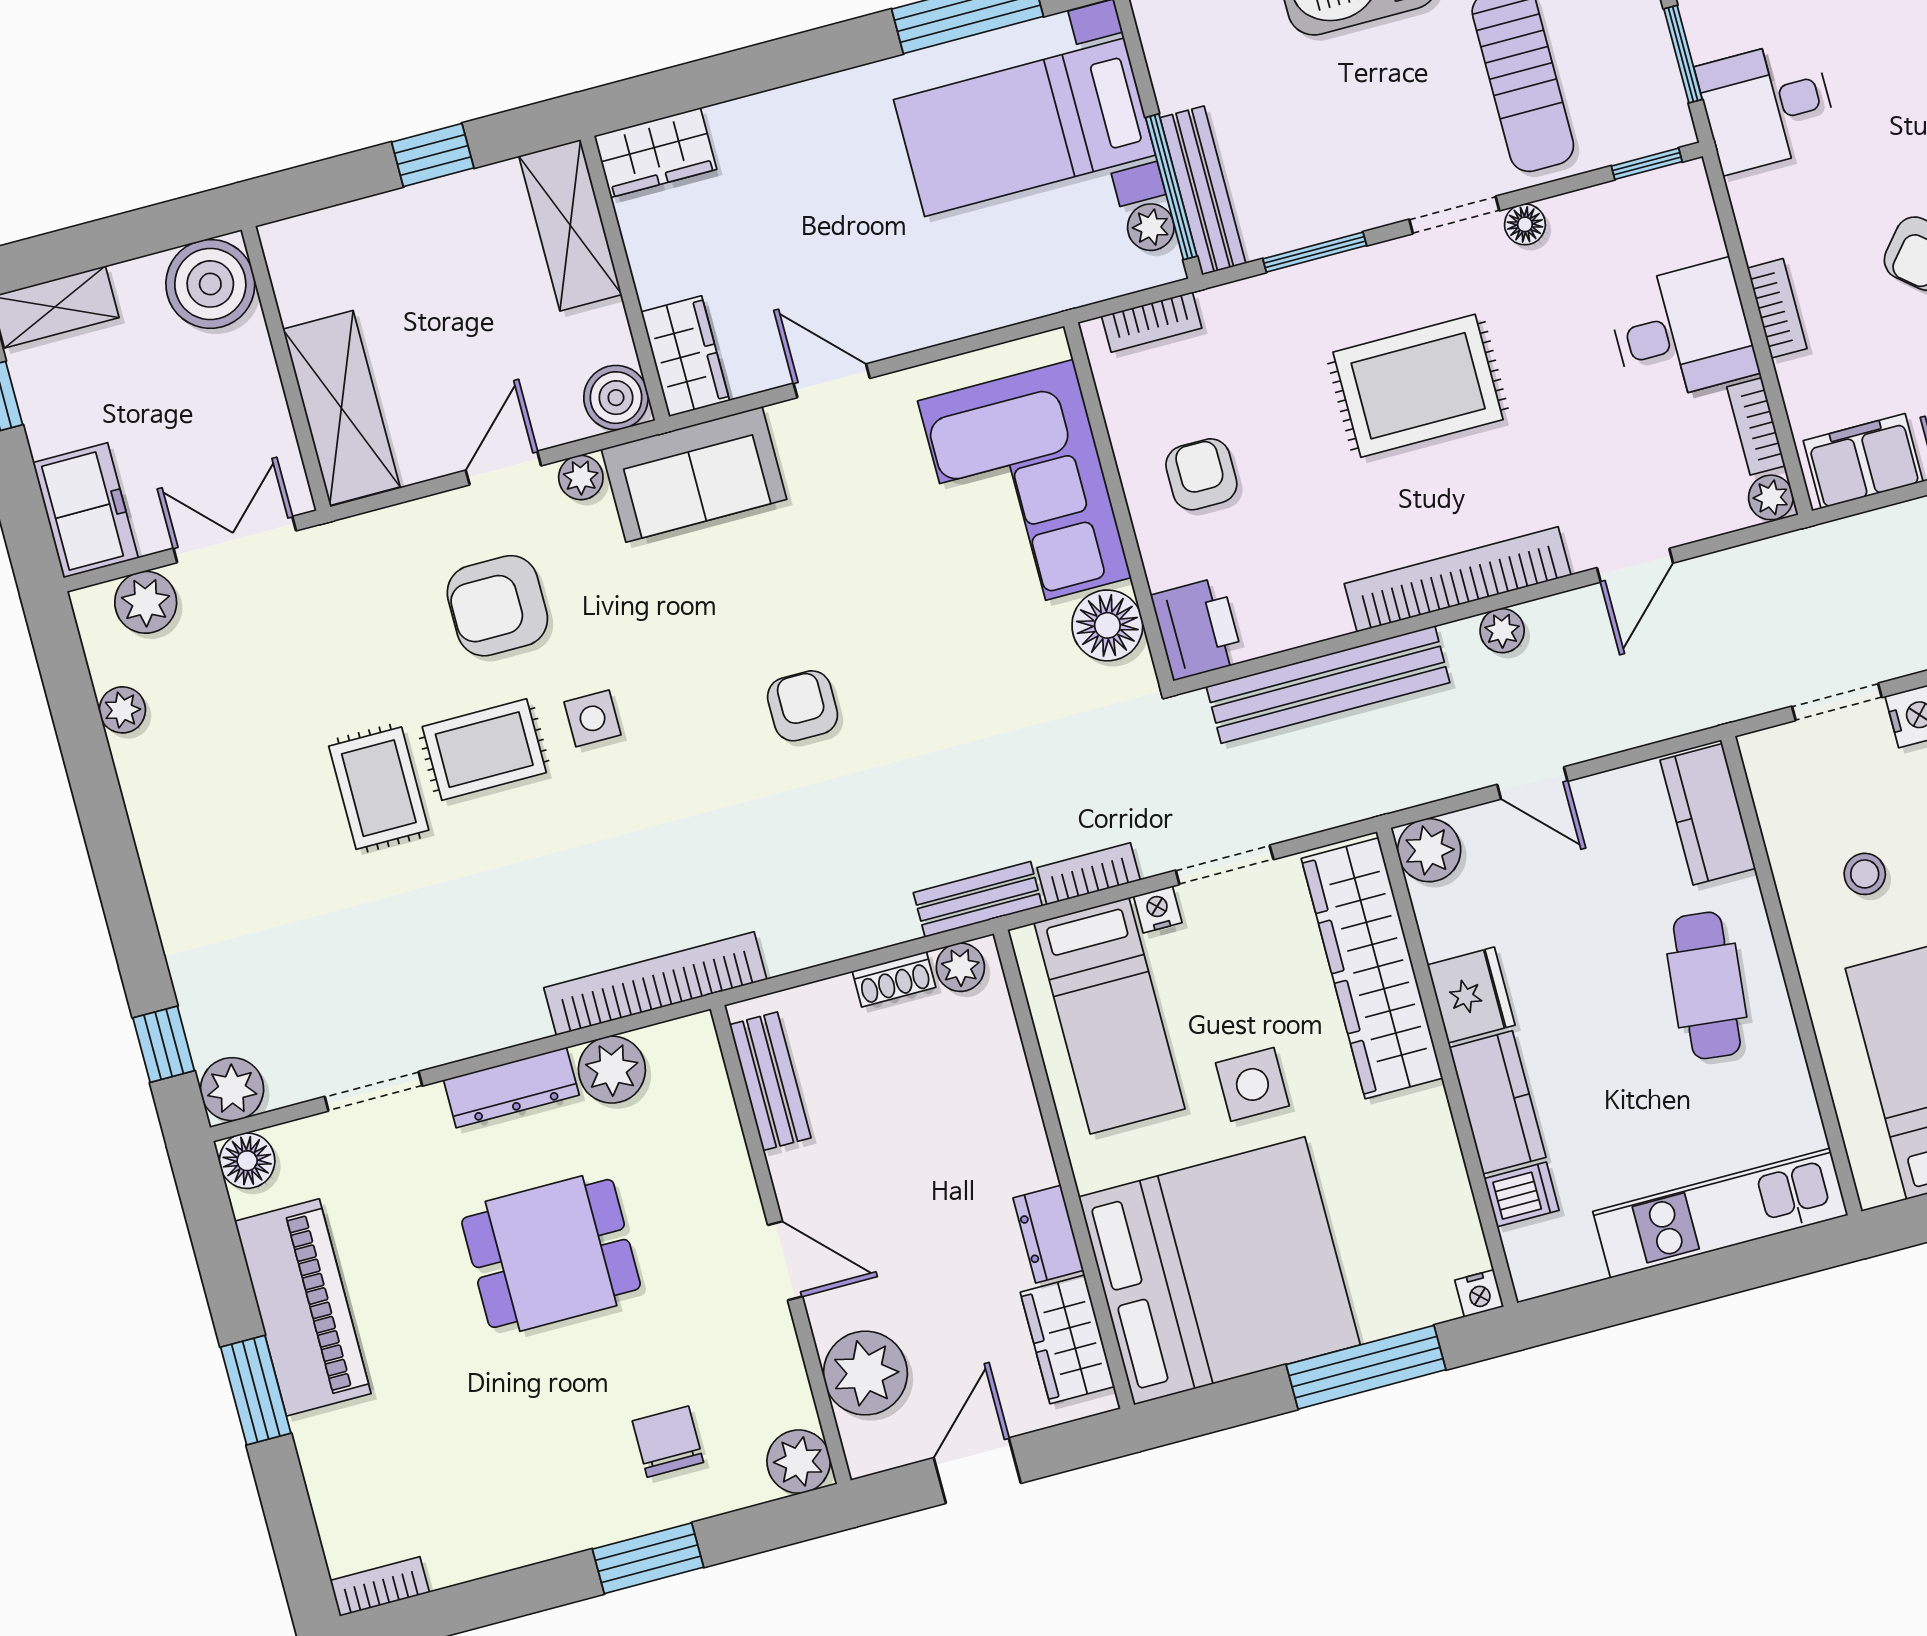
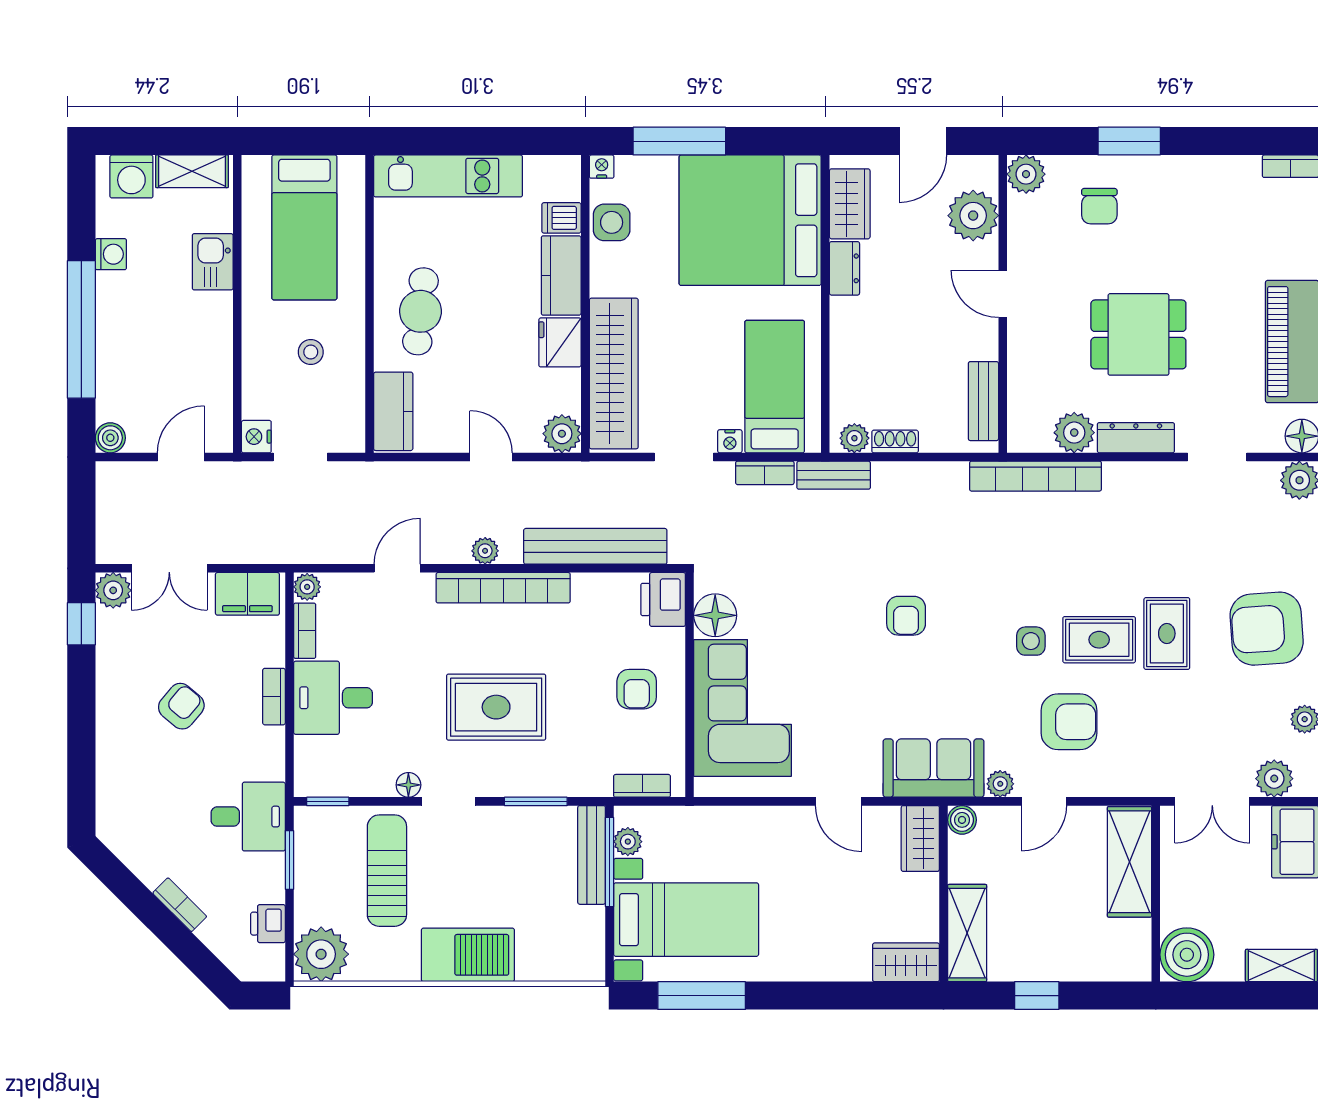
boiler: (616, 398) -> (962, 820), width x0.73, depth x0.73
armchair: (222, 838) -> (1267, 629), added
side table: (1252, 1084) -> (612, 222), moved

